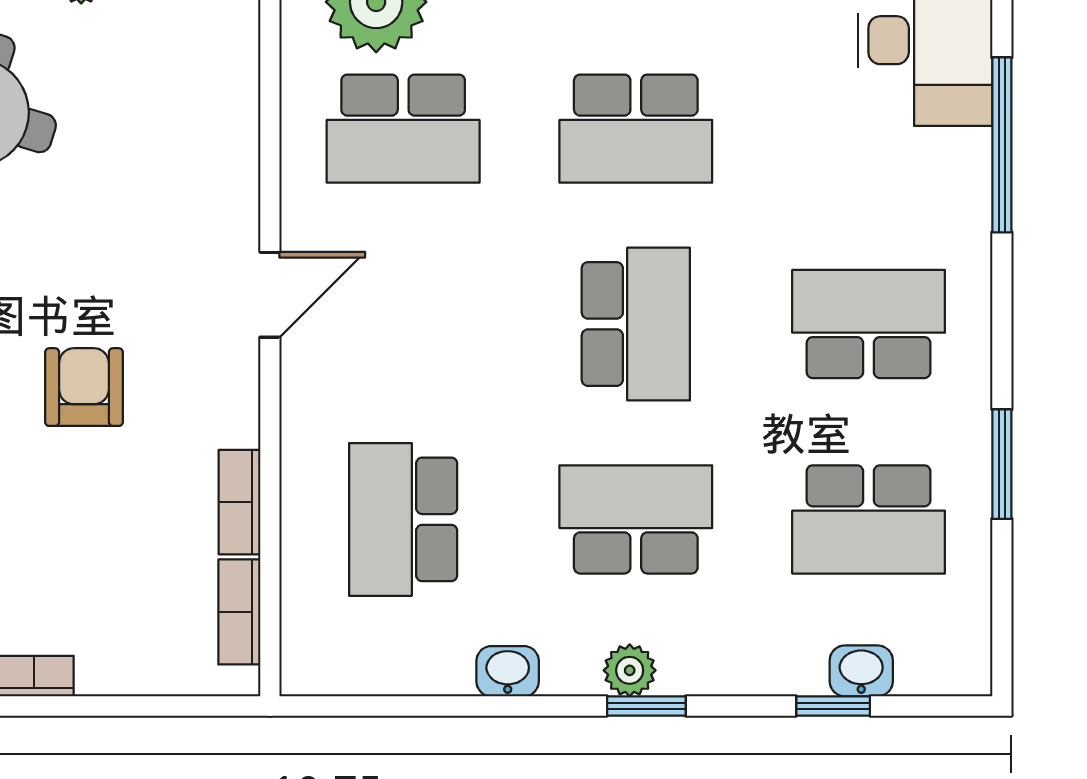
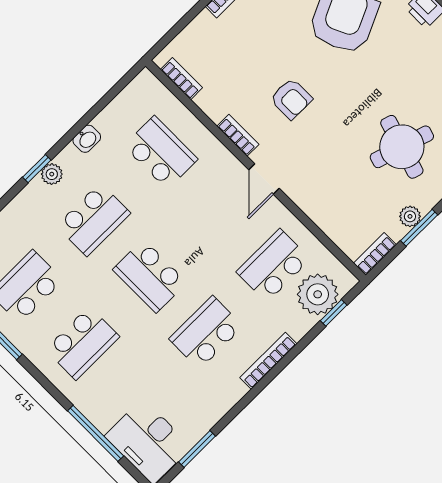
bookcase: (239, 502) -> (238, 135), moved

